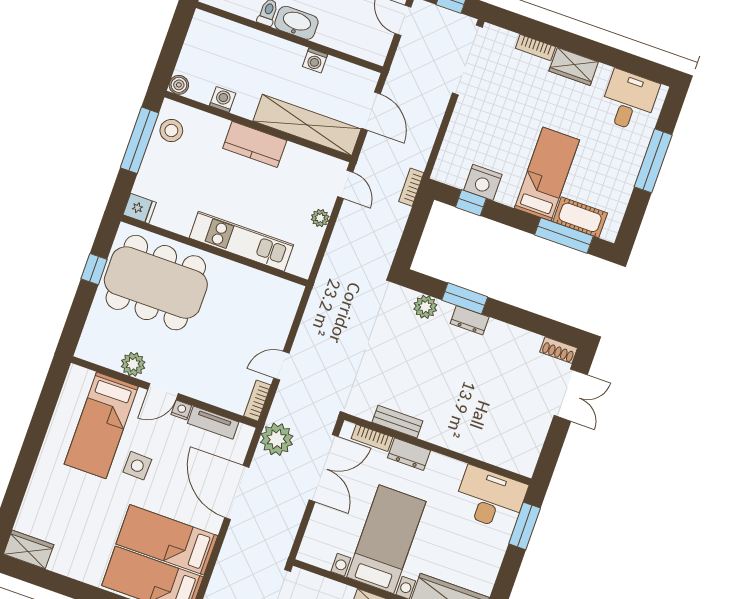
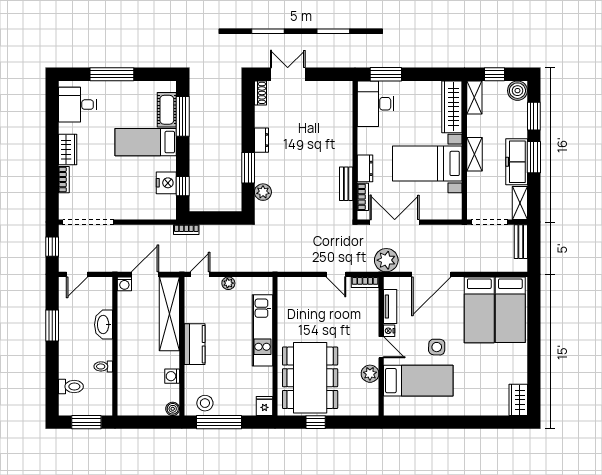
washbasin: (296, 23) -> (104, 325), moved
washing machine: (315, 61) -> (124, 284), moved, turned 90
dresser: (470, 320) -> (261, 140), moved

